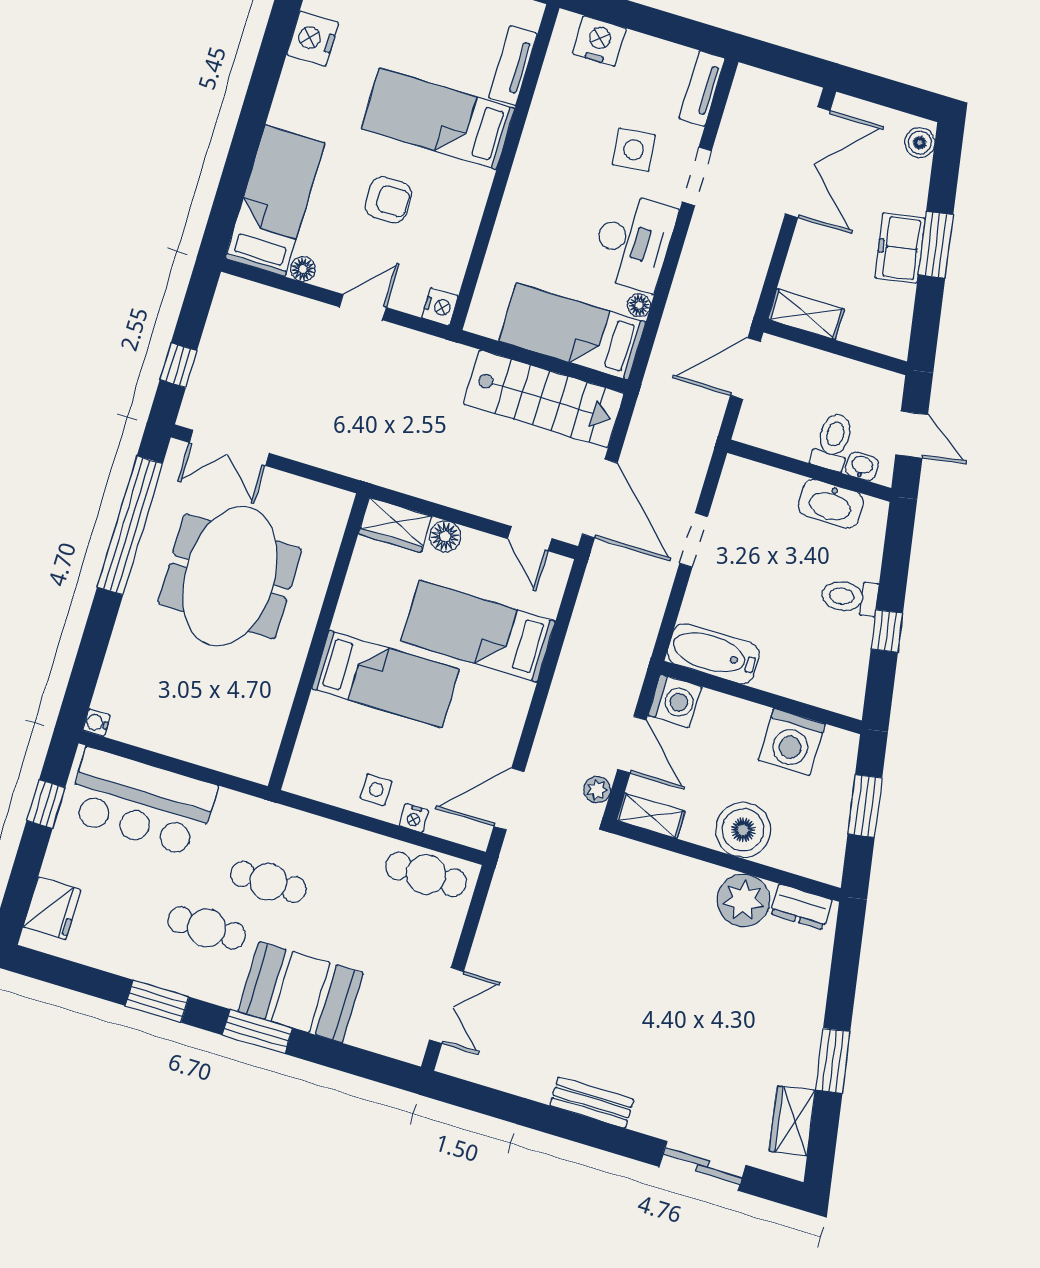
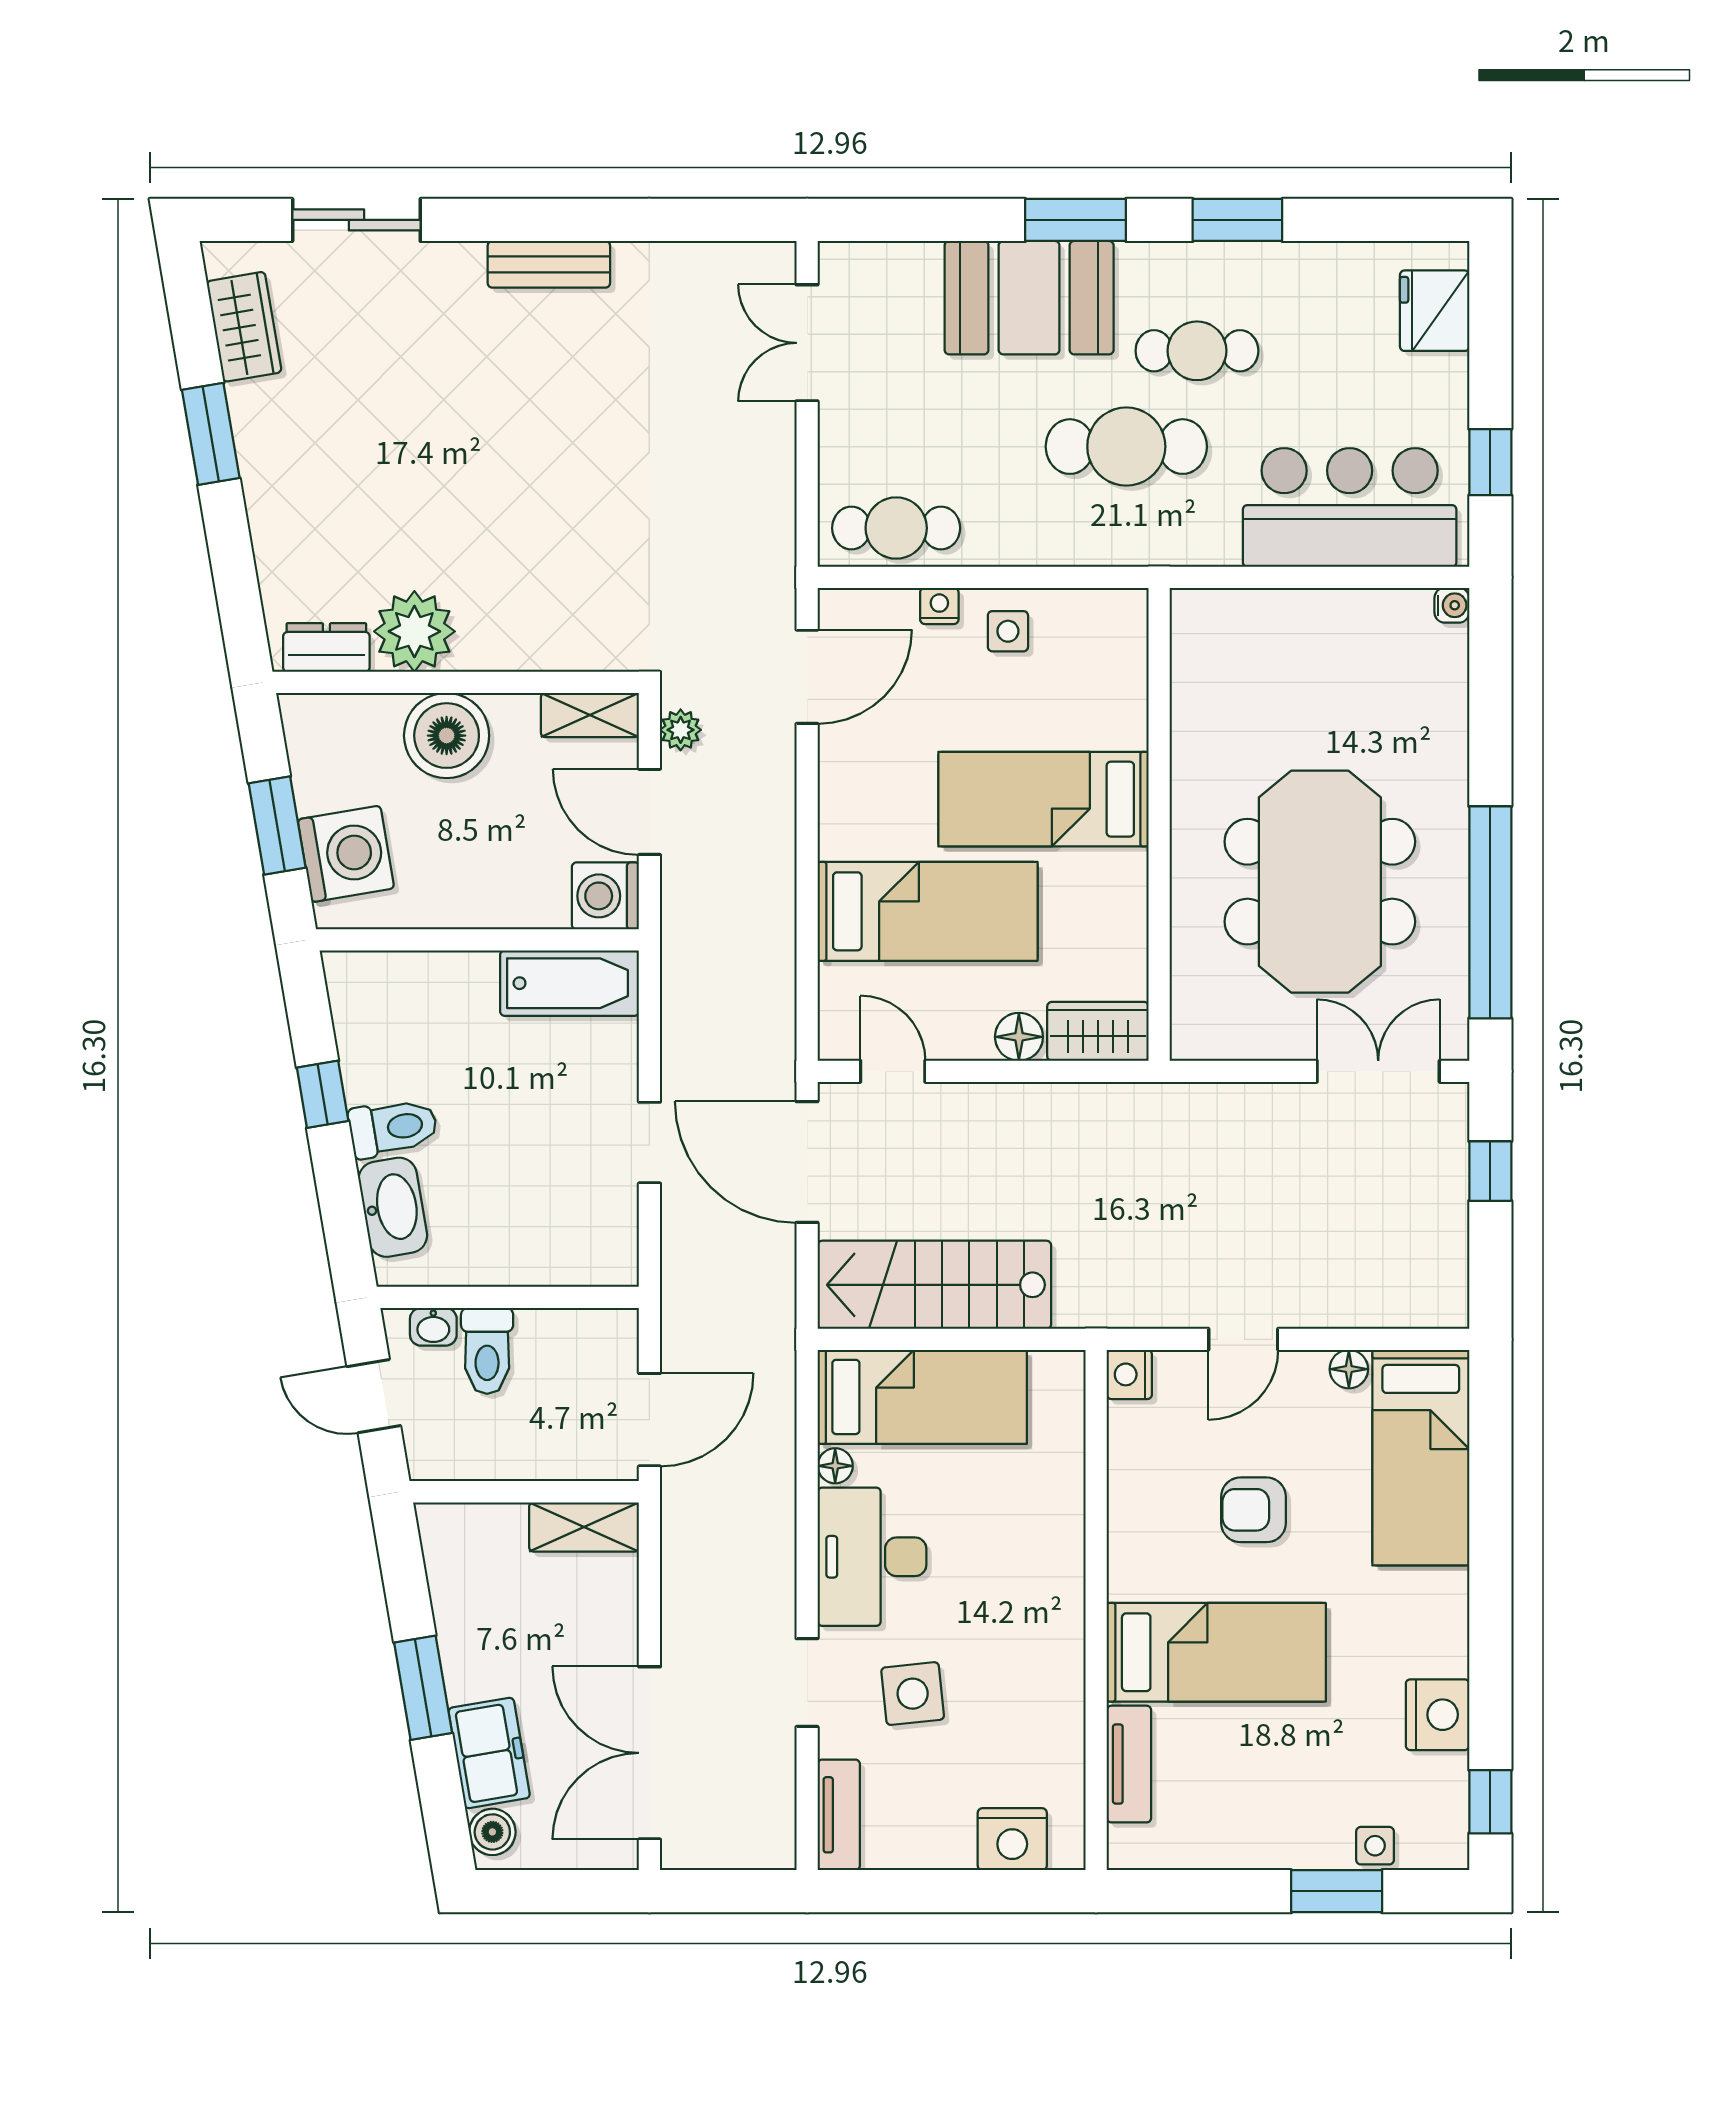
freezer: (900, 248) -> (489, 1753), moved
washbasin: (831, 504) -> (393, 1207), moved, turned 80
washing machine: (792, 742) -> (346, 854), moved, turned 80
cafe table: (268, 882) -> (1126, 447), width x1.37, depth x1.35

